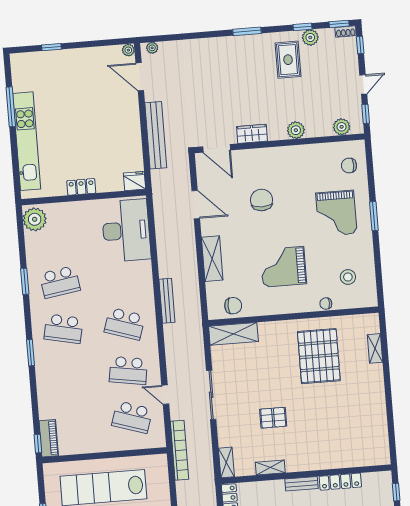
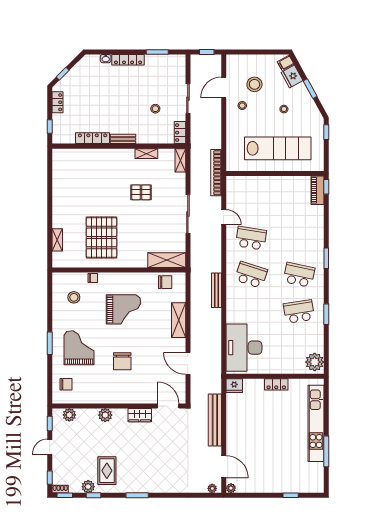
chair: (262, 200) -> (122, 361), moved
chair: (233, 306) -> (165, 282), turned 180
school desk: (132, 417) -> (251, 202), removed

